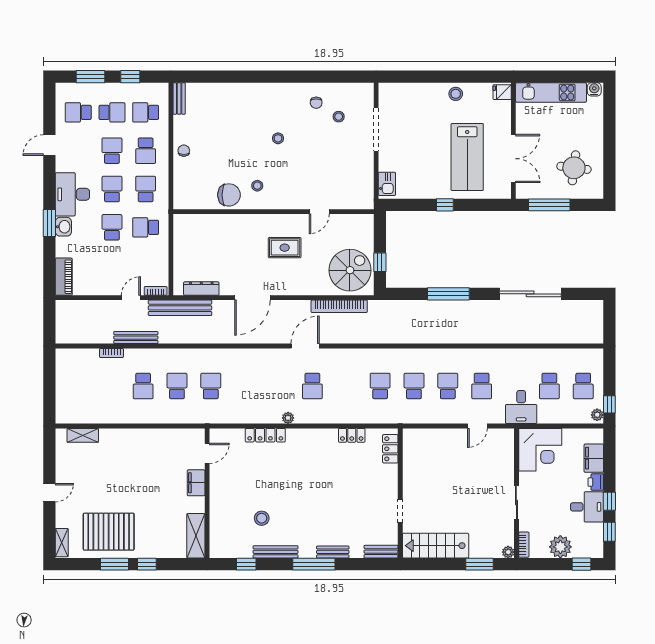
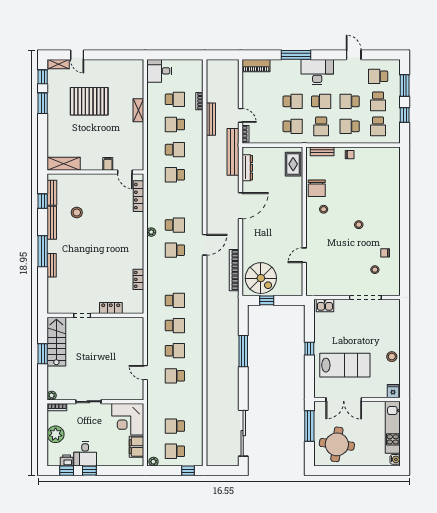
bench: (179, 98) -> (322, 151), moved
school desk: (78, 112) -> (378, 76), turned -90
school desk: (146, 112) -> (378, 126), turned 180
school desk: (112, 151) -> (350, 101), turned 180
lab bench: (467, 157) -> (345, 365), turned 180
round table: (574, 168) -> (337, 444), width x1.36, depth x1.36
school desk: (146, 189) -> (321, 126), turned 90
door: (319, 212) -> (304, 255), hinge flipped
window: (49, 223) -> (296, 55), width x1.44
washbasin: (63, 227) -> (293, 65), removed
school desk: (146, 227) -> (293, 126), turned 90
rug: (285, 248) -> (293, 164), moved
sliding door: (530, 294) -> (243, 433), moved
door: (252, 298) -> (240, 206), swing flipped
door: (305, 346) -> (205, 245), hinge flipped
school desk: (109, 386) -> (175, 99), added
school desk: (211, 386) -> (175, 175), turned 180
school desk: (279, 386) -> (175, 225), added
window: (609, 404) -> (188, 471), moved
desk: (521, 407) -> (159, 71), moved
shelving: (83, 435) -> (138, 110), moved
locker: (265, 435) -> (138, 196), moved
locker: (390, 449) -> (111, 308), moved
filing cabinet: (594, 458) -> (136, 447), moved, turned -90
printer: (596, 482) -> (67, 460), moved
filing cabinet: (196, 483) -> (108, 164), width x0.50
door: (49, 493) -> (77, 55), moved
pallet: (109, 532) -> (89, 101), moved, turned 90
bench: (381, 552) -> (52, 193), moved
window: (147, 564) -> (43, 77), moved
window: (479, 564) -> (43, 354), moved
window: (581, 564) -> (43, 450), removed

